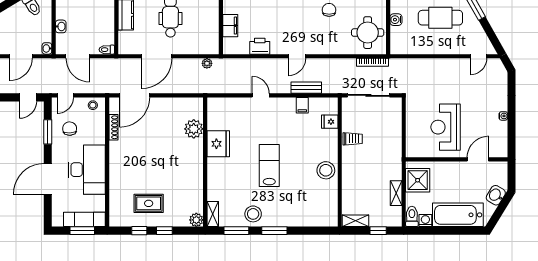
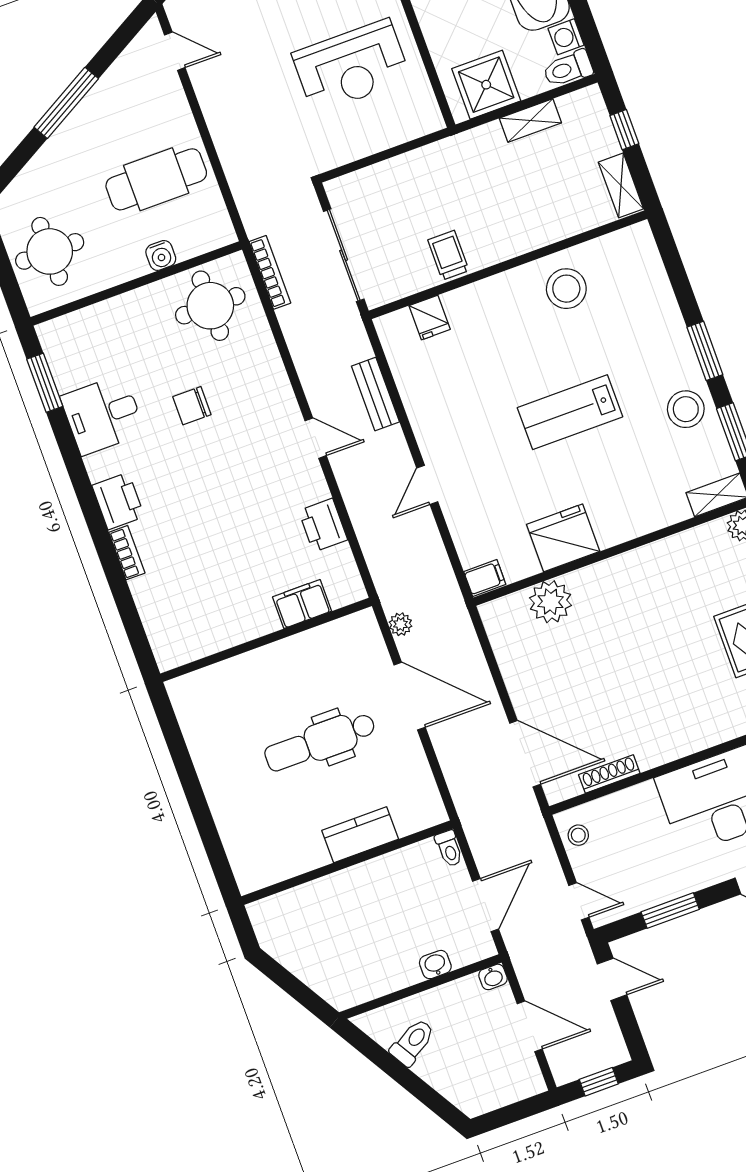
cafe table: (440, 18) -> (156, 179), moved, turned 90
door: (157, 56) -> (410, 696), moved
filing cabinet: (302, 105) -> (485, 578), moved
chair: (70, 129) -> (646, 866), removed
stool: (326, 170) -> (566, 289), moved

